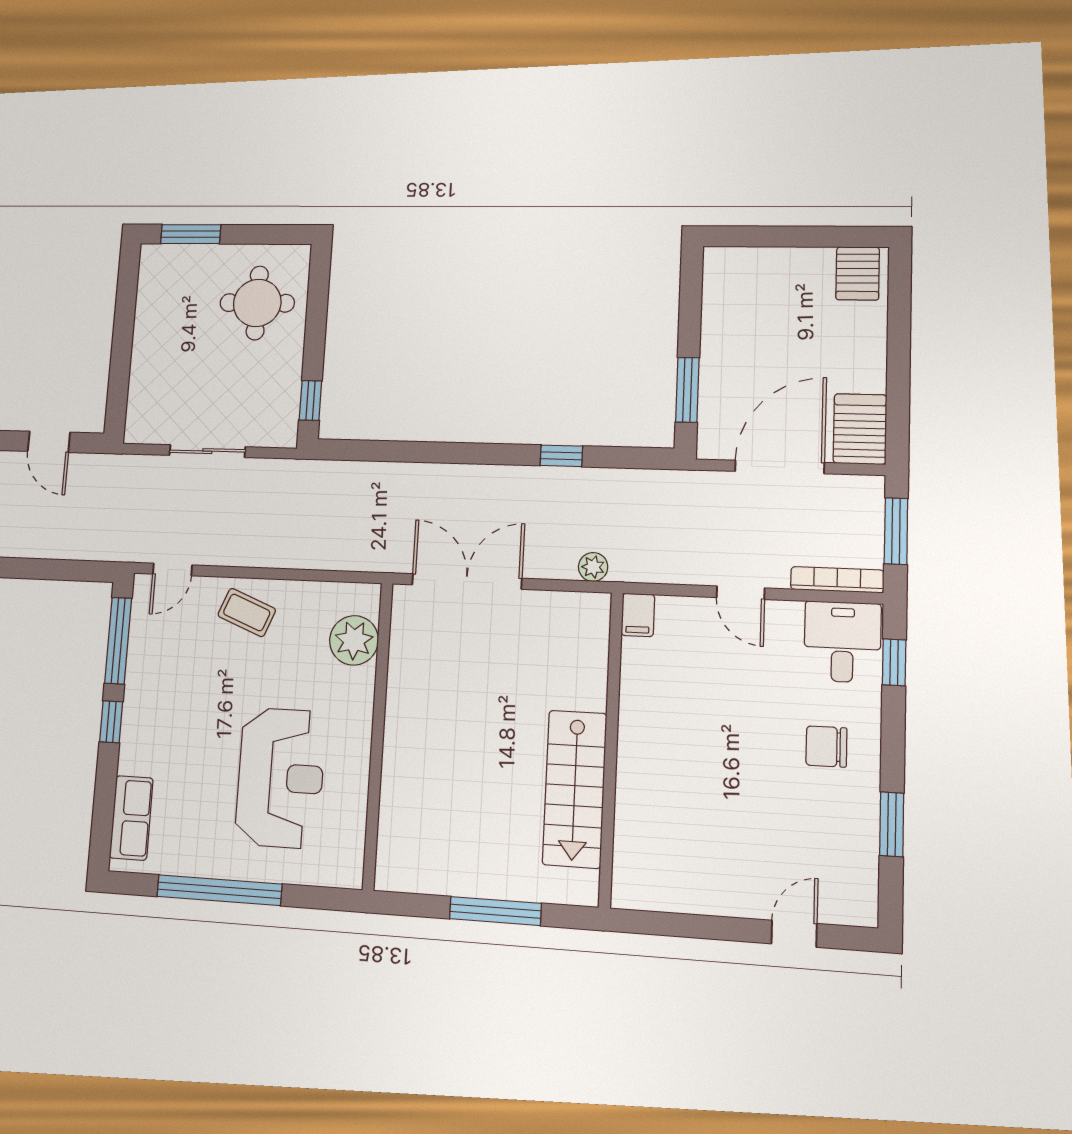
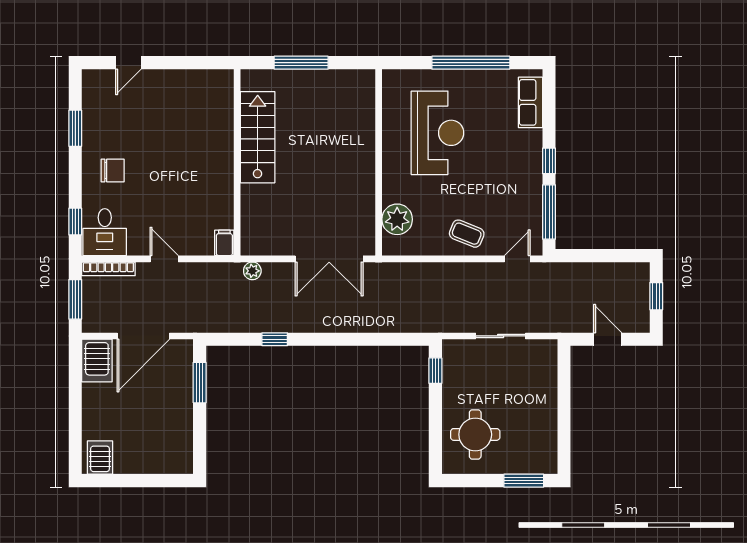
reception desk: (280, 778) -> (437, 133), turned 180

